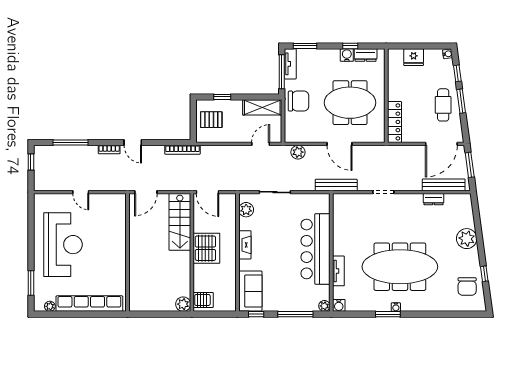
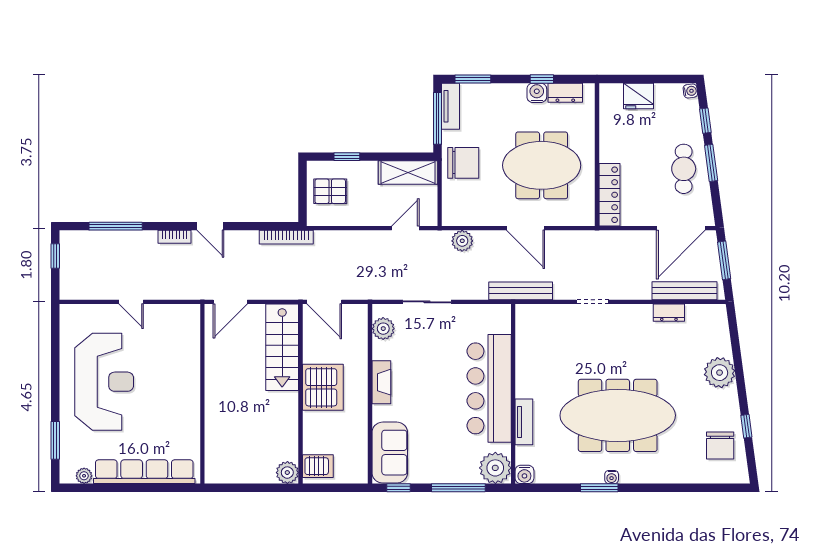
plant: (324, 306) -> (495, 468), width x1.87, depth x1.87

